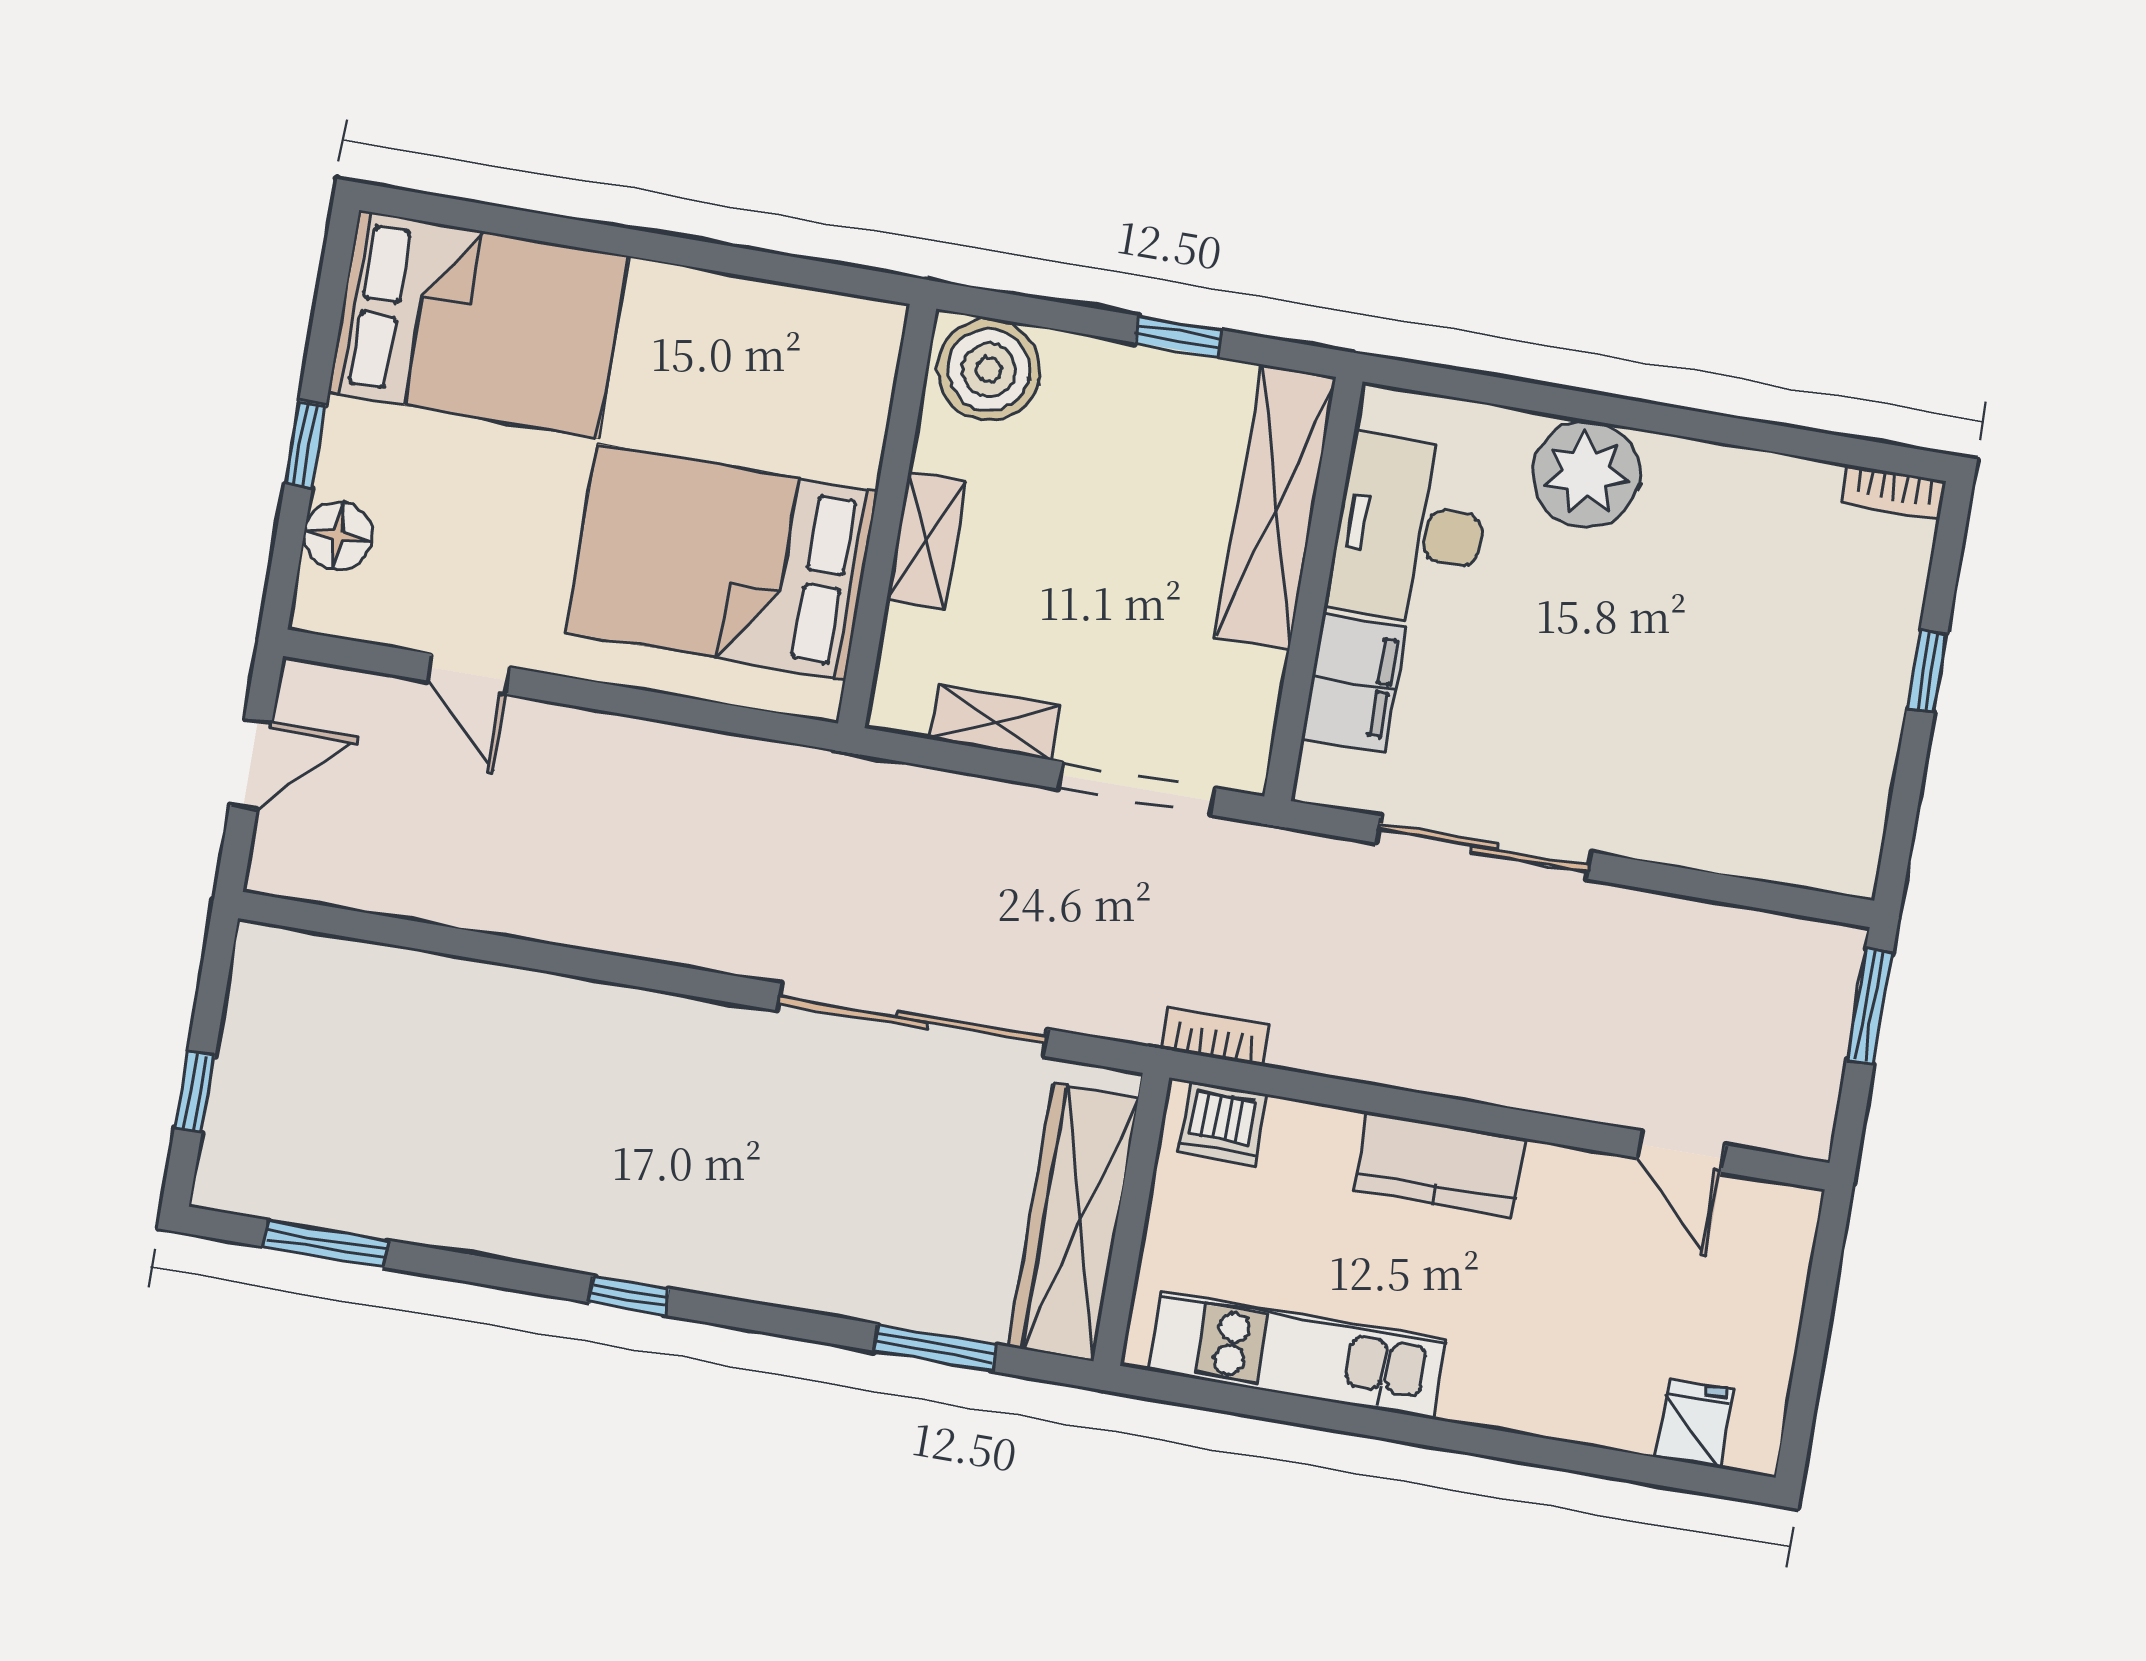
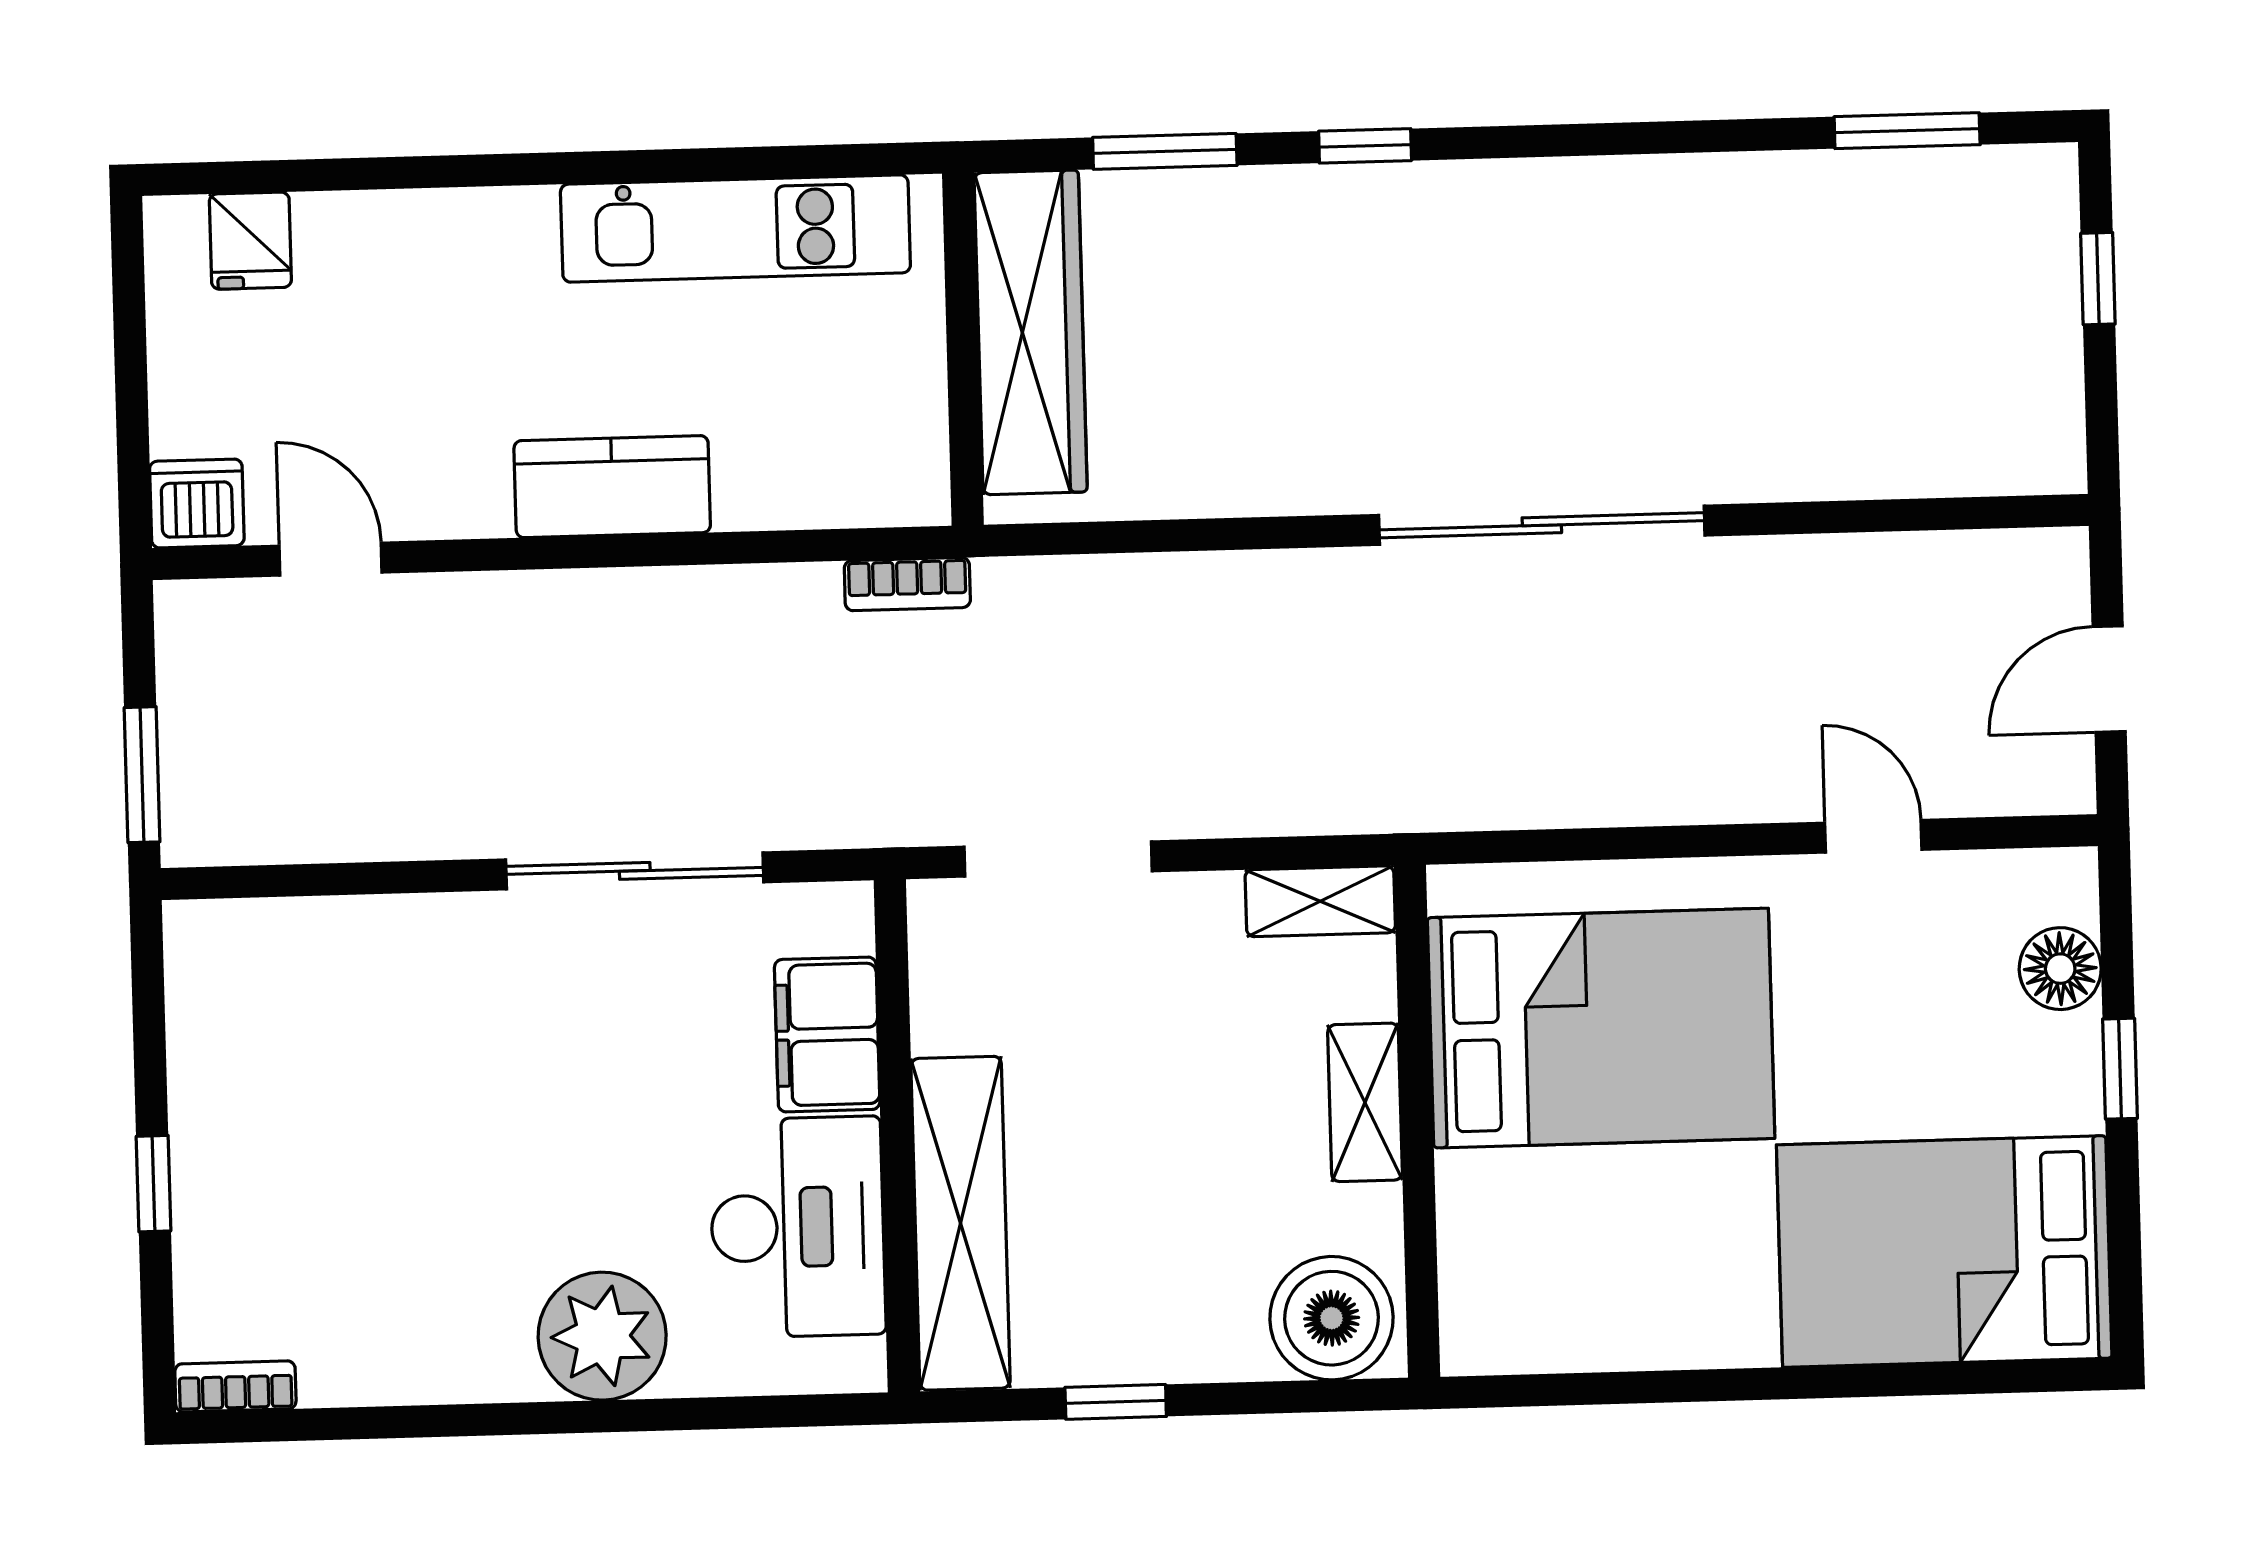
shelving: (995, 722) -> (1320, 901), moved
sliding door: (912, 1020) -> (1542, 525), moved
dishwasher: (1222, 1123) -> (197, 503), moved
window: (629, 1295) -> (1365, 146), moved

